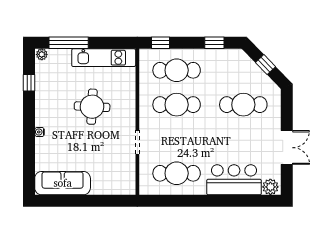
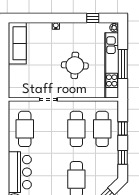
window: (69, 43) -> (123, 64), moved
window: (161, 43) -> (123, 128), moved
kitchen unit: (104, 58) -> (112, 65), width x1.36

